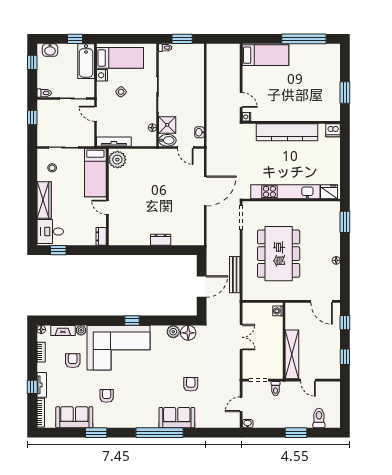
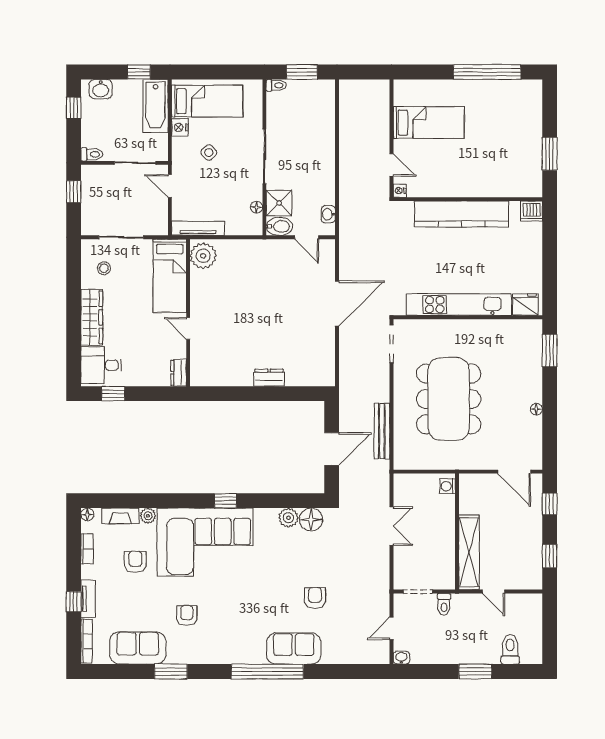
bed: (265, 55) -> (429, 123), moved

